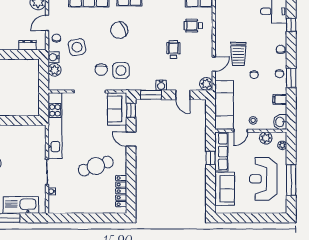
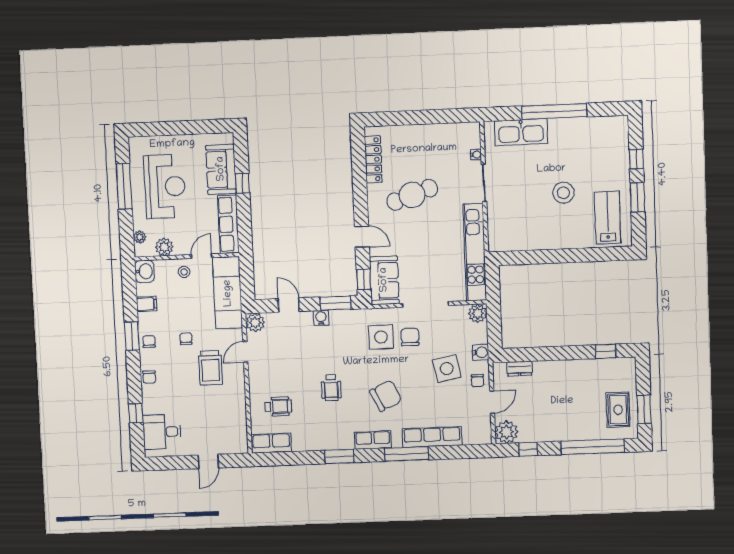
wheelchair: (173, 50) -> (331, 388), moved
trolley: (238, 54) -> (210, 368), turned 180
plant: (55, 70) -> (478, 313), moved
window: (210, 158) -> (242, 183), moved

